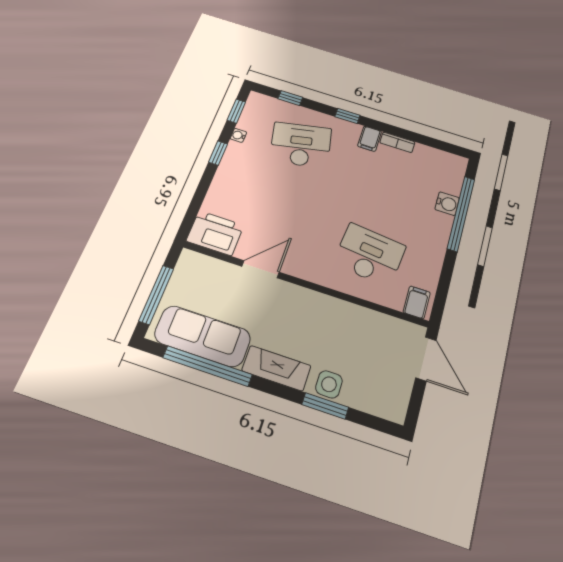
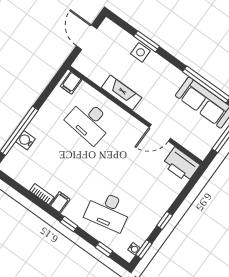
water cooler: (238, 135) -> (134, 249), moved
door: (426, 359) -> (87, 37), moved
fireplace: (276, 368) -> (121, 93), moved, turned 180

